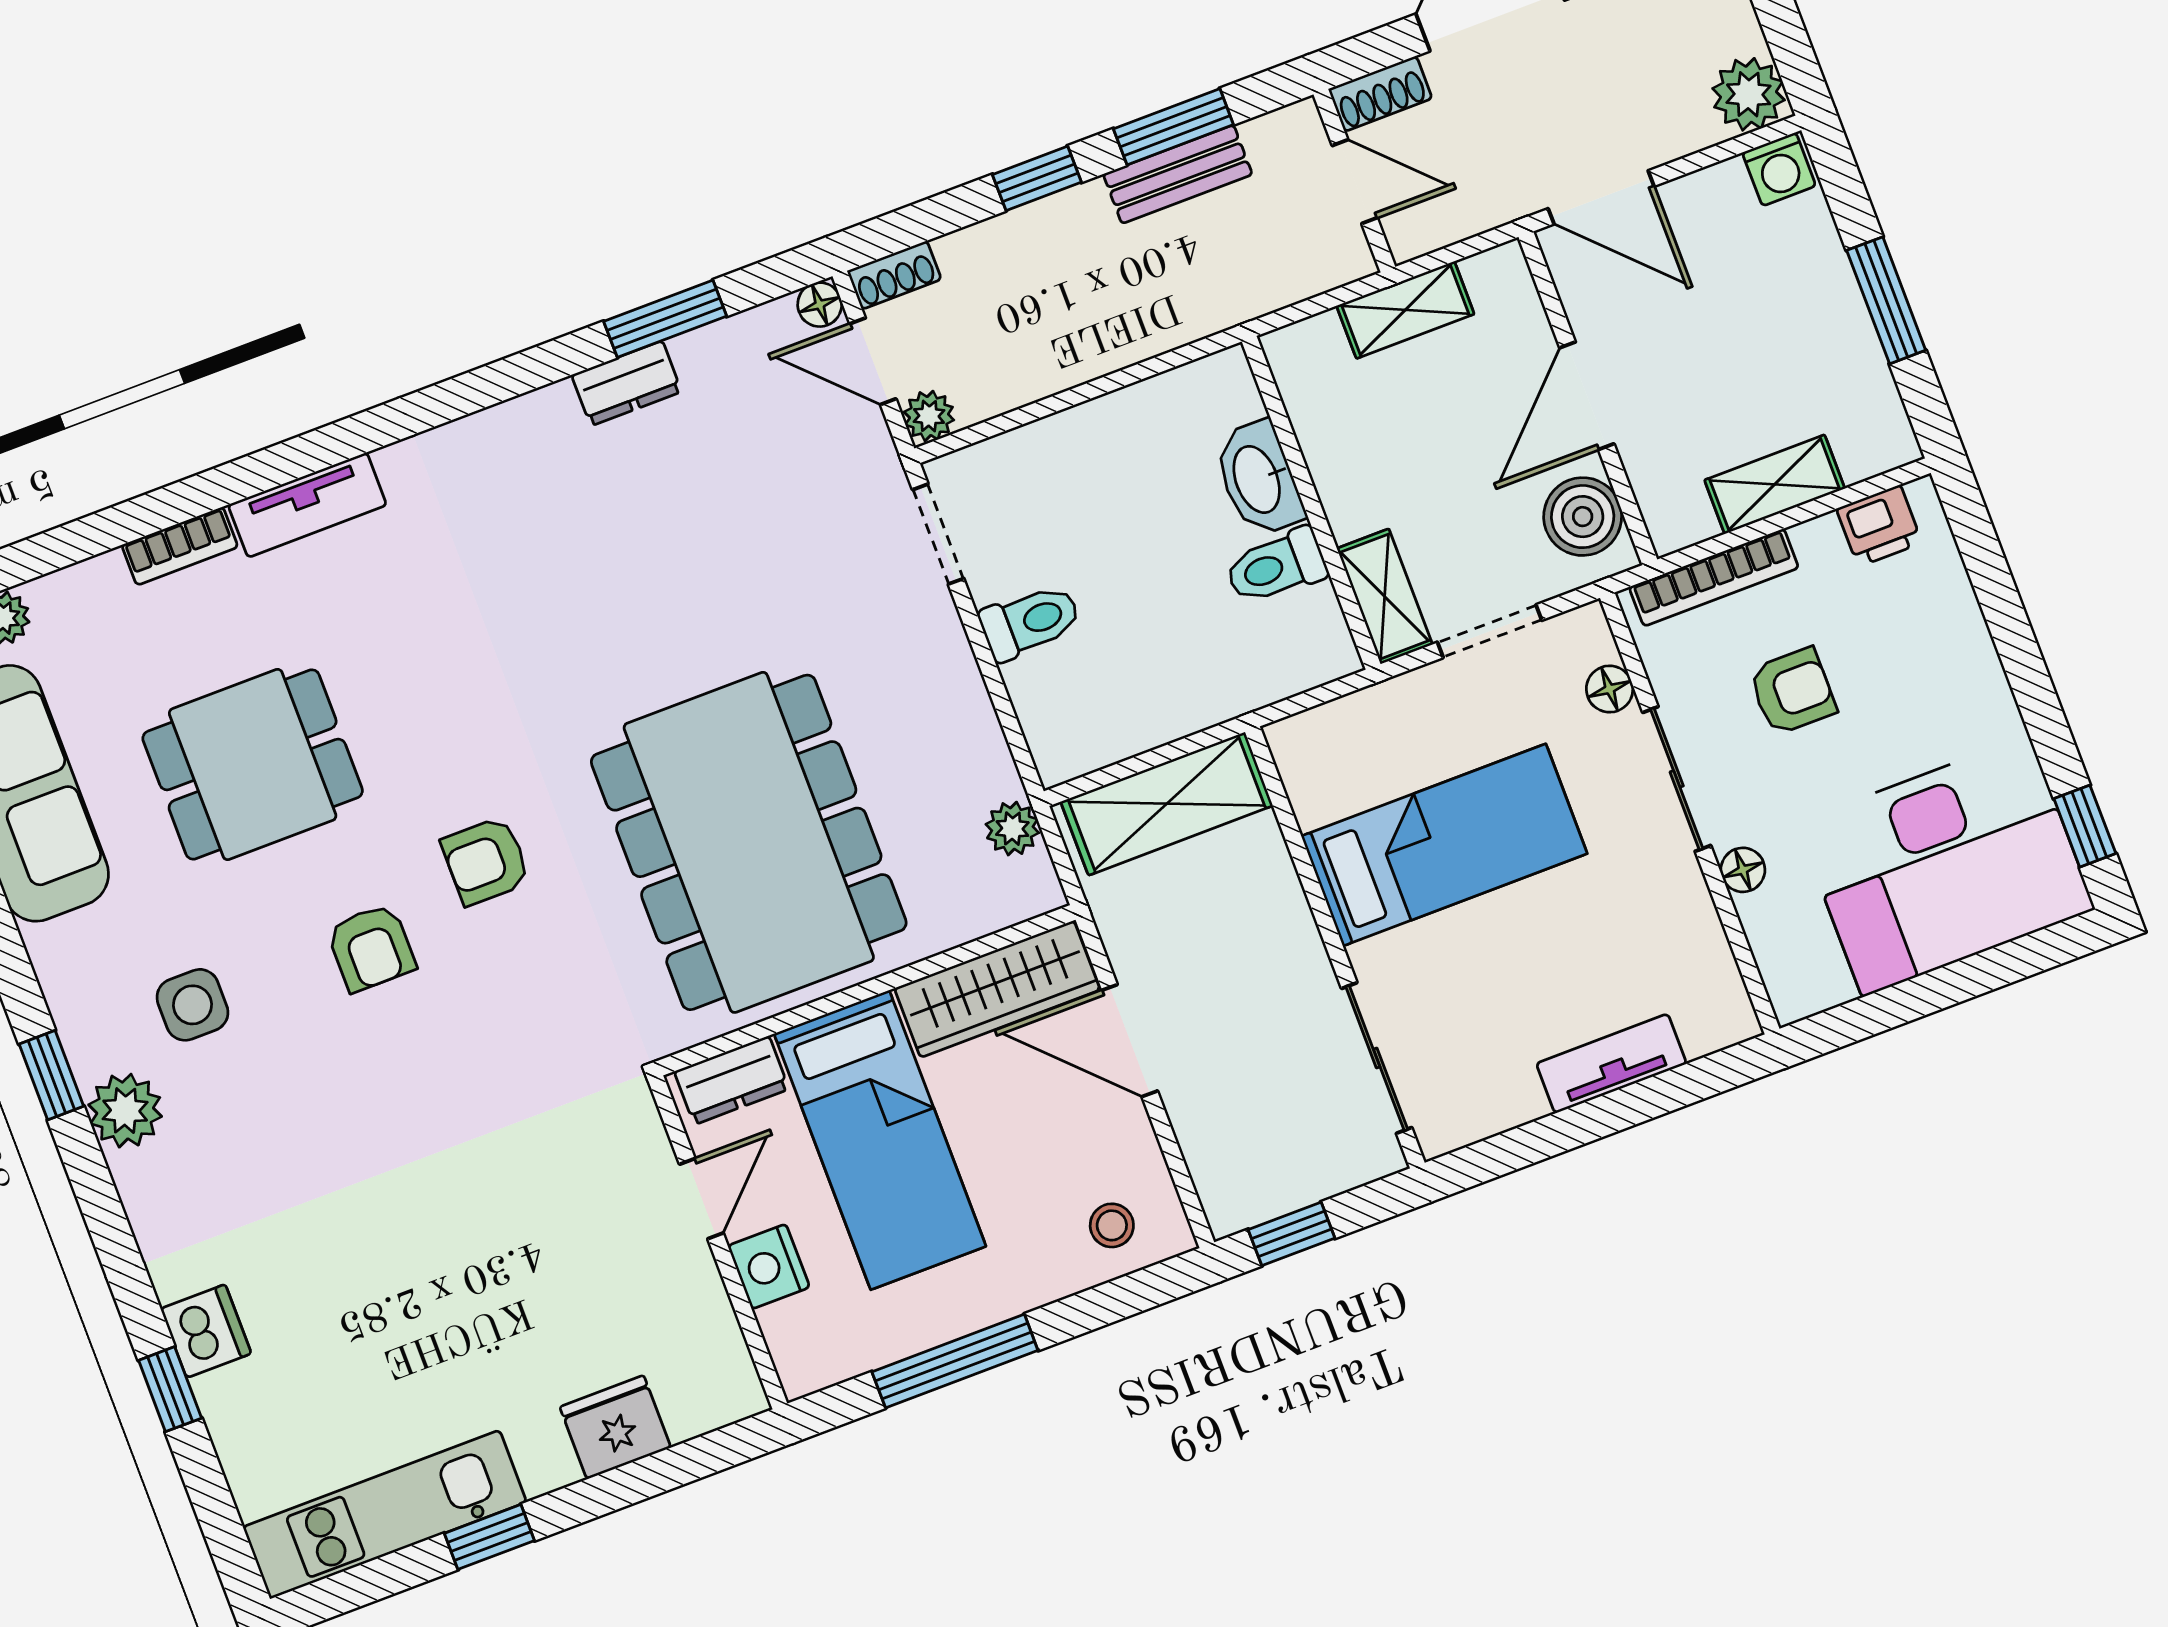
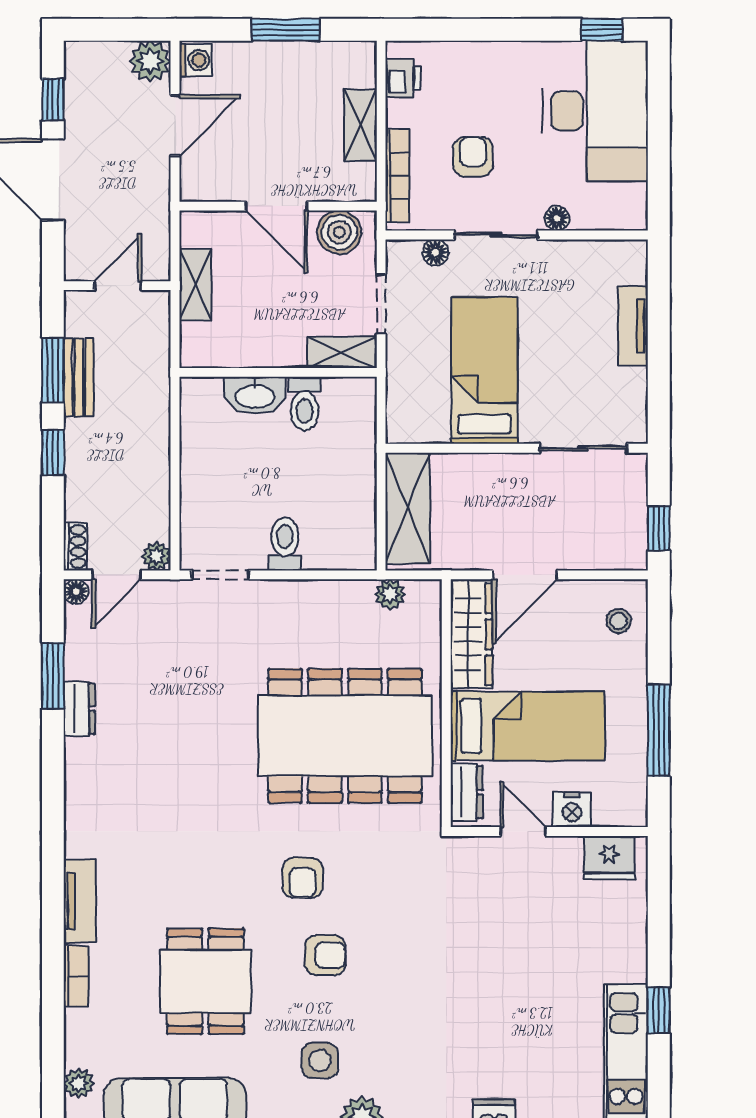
shoe rack: (1380, 94) -> (77, 255), removed
door: (1601, 197) -> (175, 126), moved
fridge: (615, 1427) -> (609, 858), moved, turned -90

